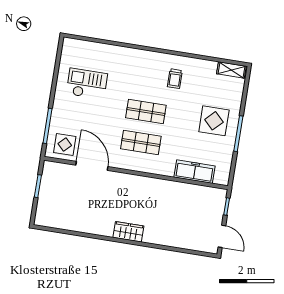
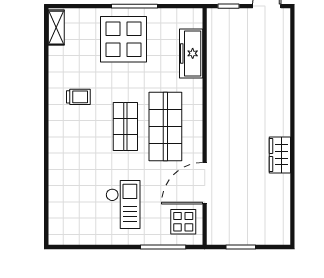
checkout: (87, 84) -> (123, 204), moved, turned 180
display table: (214, 121) -> (123, 39), width x1.36, depth x1.36
shop shelf: (141, 143) -> (165, 127), width x1.43, depth x1.36
wardrobe: (128, 232) -> (280, 155), moved

